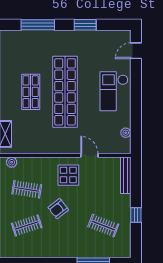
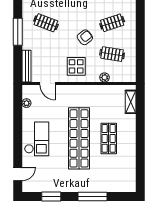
window: (38, 25) -> (93, 196), moved
window: (85, 25) -> (51, 196), moved
door: (89, 155) -> (48, 83), moved
plant: (12, 162) -> (104, 77), moved
window: (136, 215) -> (18, 32), width x2.17

